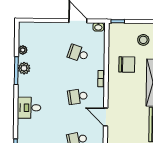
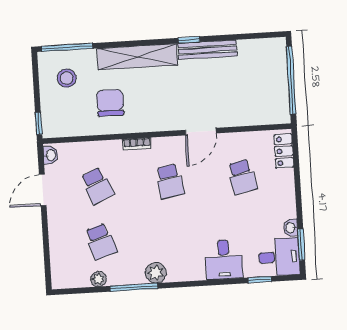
school desk: (45, 53) -> (101, 242), added
school desk: (78, 53) -> (97, 186), turned -42
plant: (24, 68) -> (156, 273), moved
desk: (29, 108) -> (224, 260), moved

